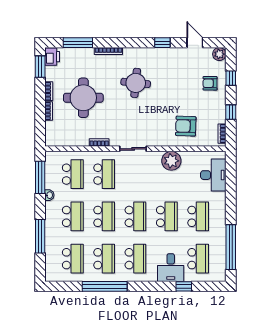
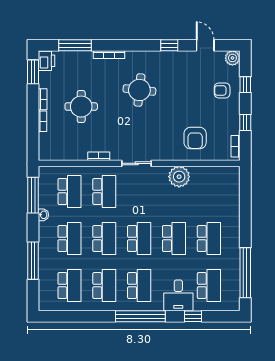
round table: (83, 98) -> (81, 107), width x0.73, depth x0.73
armchair: (186, 126) -> (195, 138), turned -92
desk: (213, 175) -> (226, 192), removed
window: (105, 286) -> (140, 316), moved

